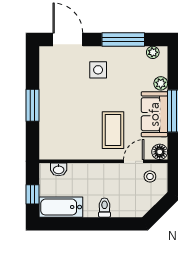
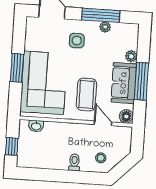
plant: (153, 52) -> (105, 27), moved
corner sofa: (64, 120) -> (44, 83), added
door: (134, 161) -> (103, 123), hinge flipped
stool: (150, 176) -> (101, 158), moved
bathtub: (61, 207) -> (36, 159), removed

